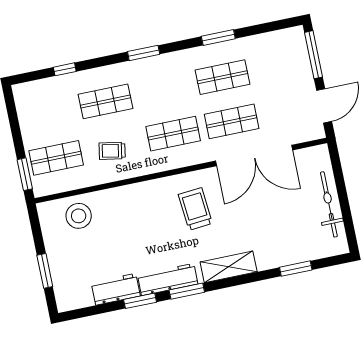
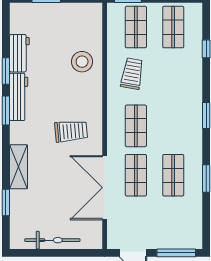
shop shelf: (105, 101) -> (173, 27), moved
trolley: (112, 151) -> (132, 74), width x1.36, depth x1.39
stool: (79, 216) -> (82, 62), moved
shelving: (229, 267) -> (19, 167), moved

